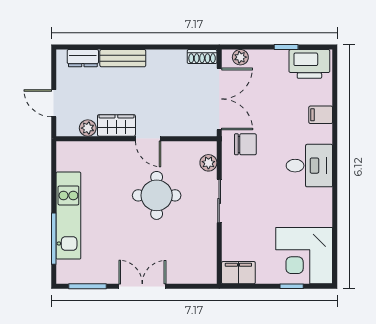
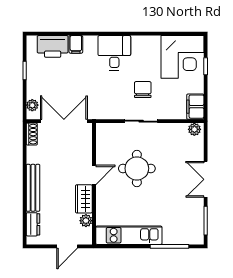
bench: (123, 58) -> (33, 188), width x1.36
printer: (309, 64) -> (53, 46), moved, turned 90
chair: (245, 144) -> (143, 90), moved
plant: (208, 163) -> (194, 129), moved
kitchen unit: (68, 216) -> (129, 235), moved

